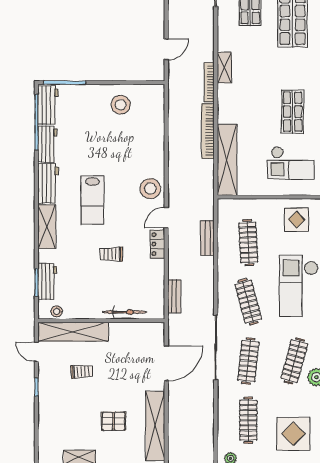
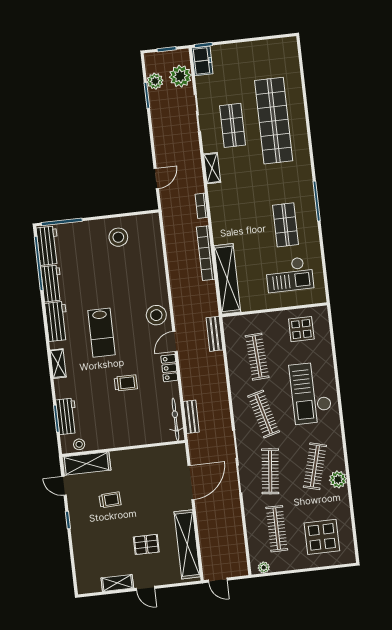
shelving: (224, 68) -> (212, 168), moved
bookcase: (209, 82) -> (201, 206), width x0.64
shelving: (47, 227) -> (58, 364), width x0.67, depth x0.75
bench: (208, 238) -> (215, 334), moved
trolley: (111, 254) -> (126, 383), turned 180
bicycle: (125, 312) -> (175, 419), moved, turned -90
shelving: (73, 332) -> (86, 463), width x0.68

